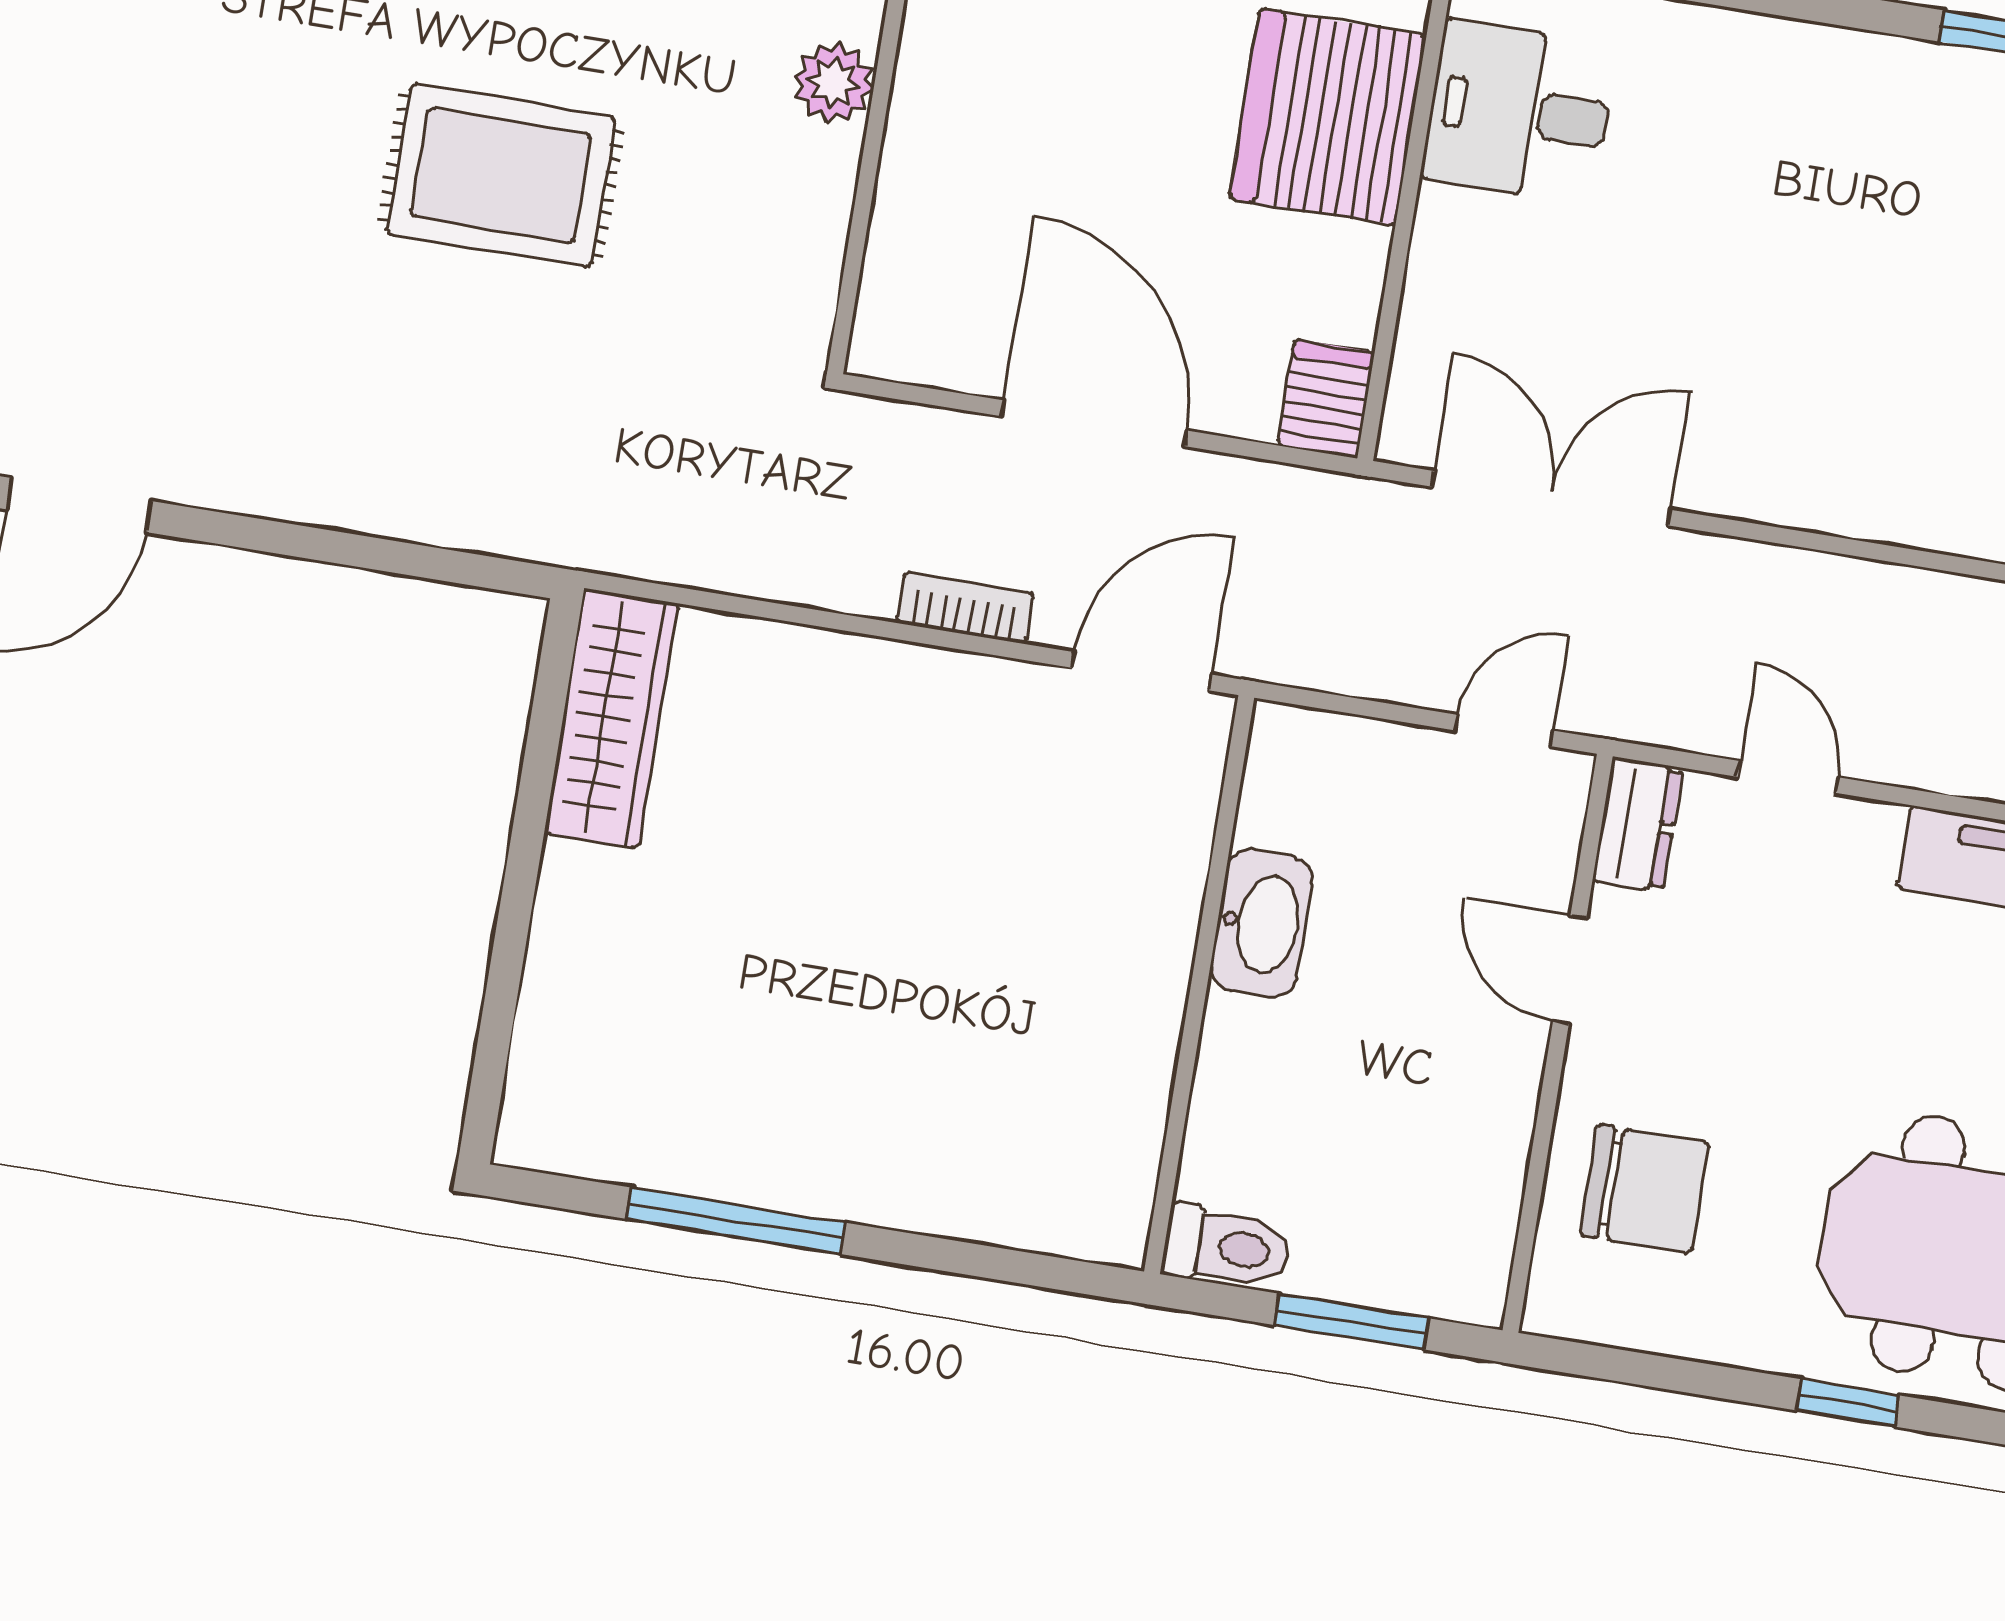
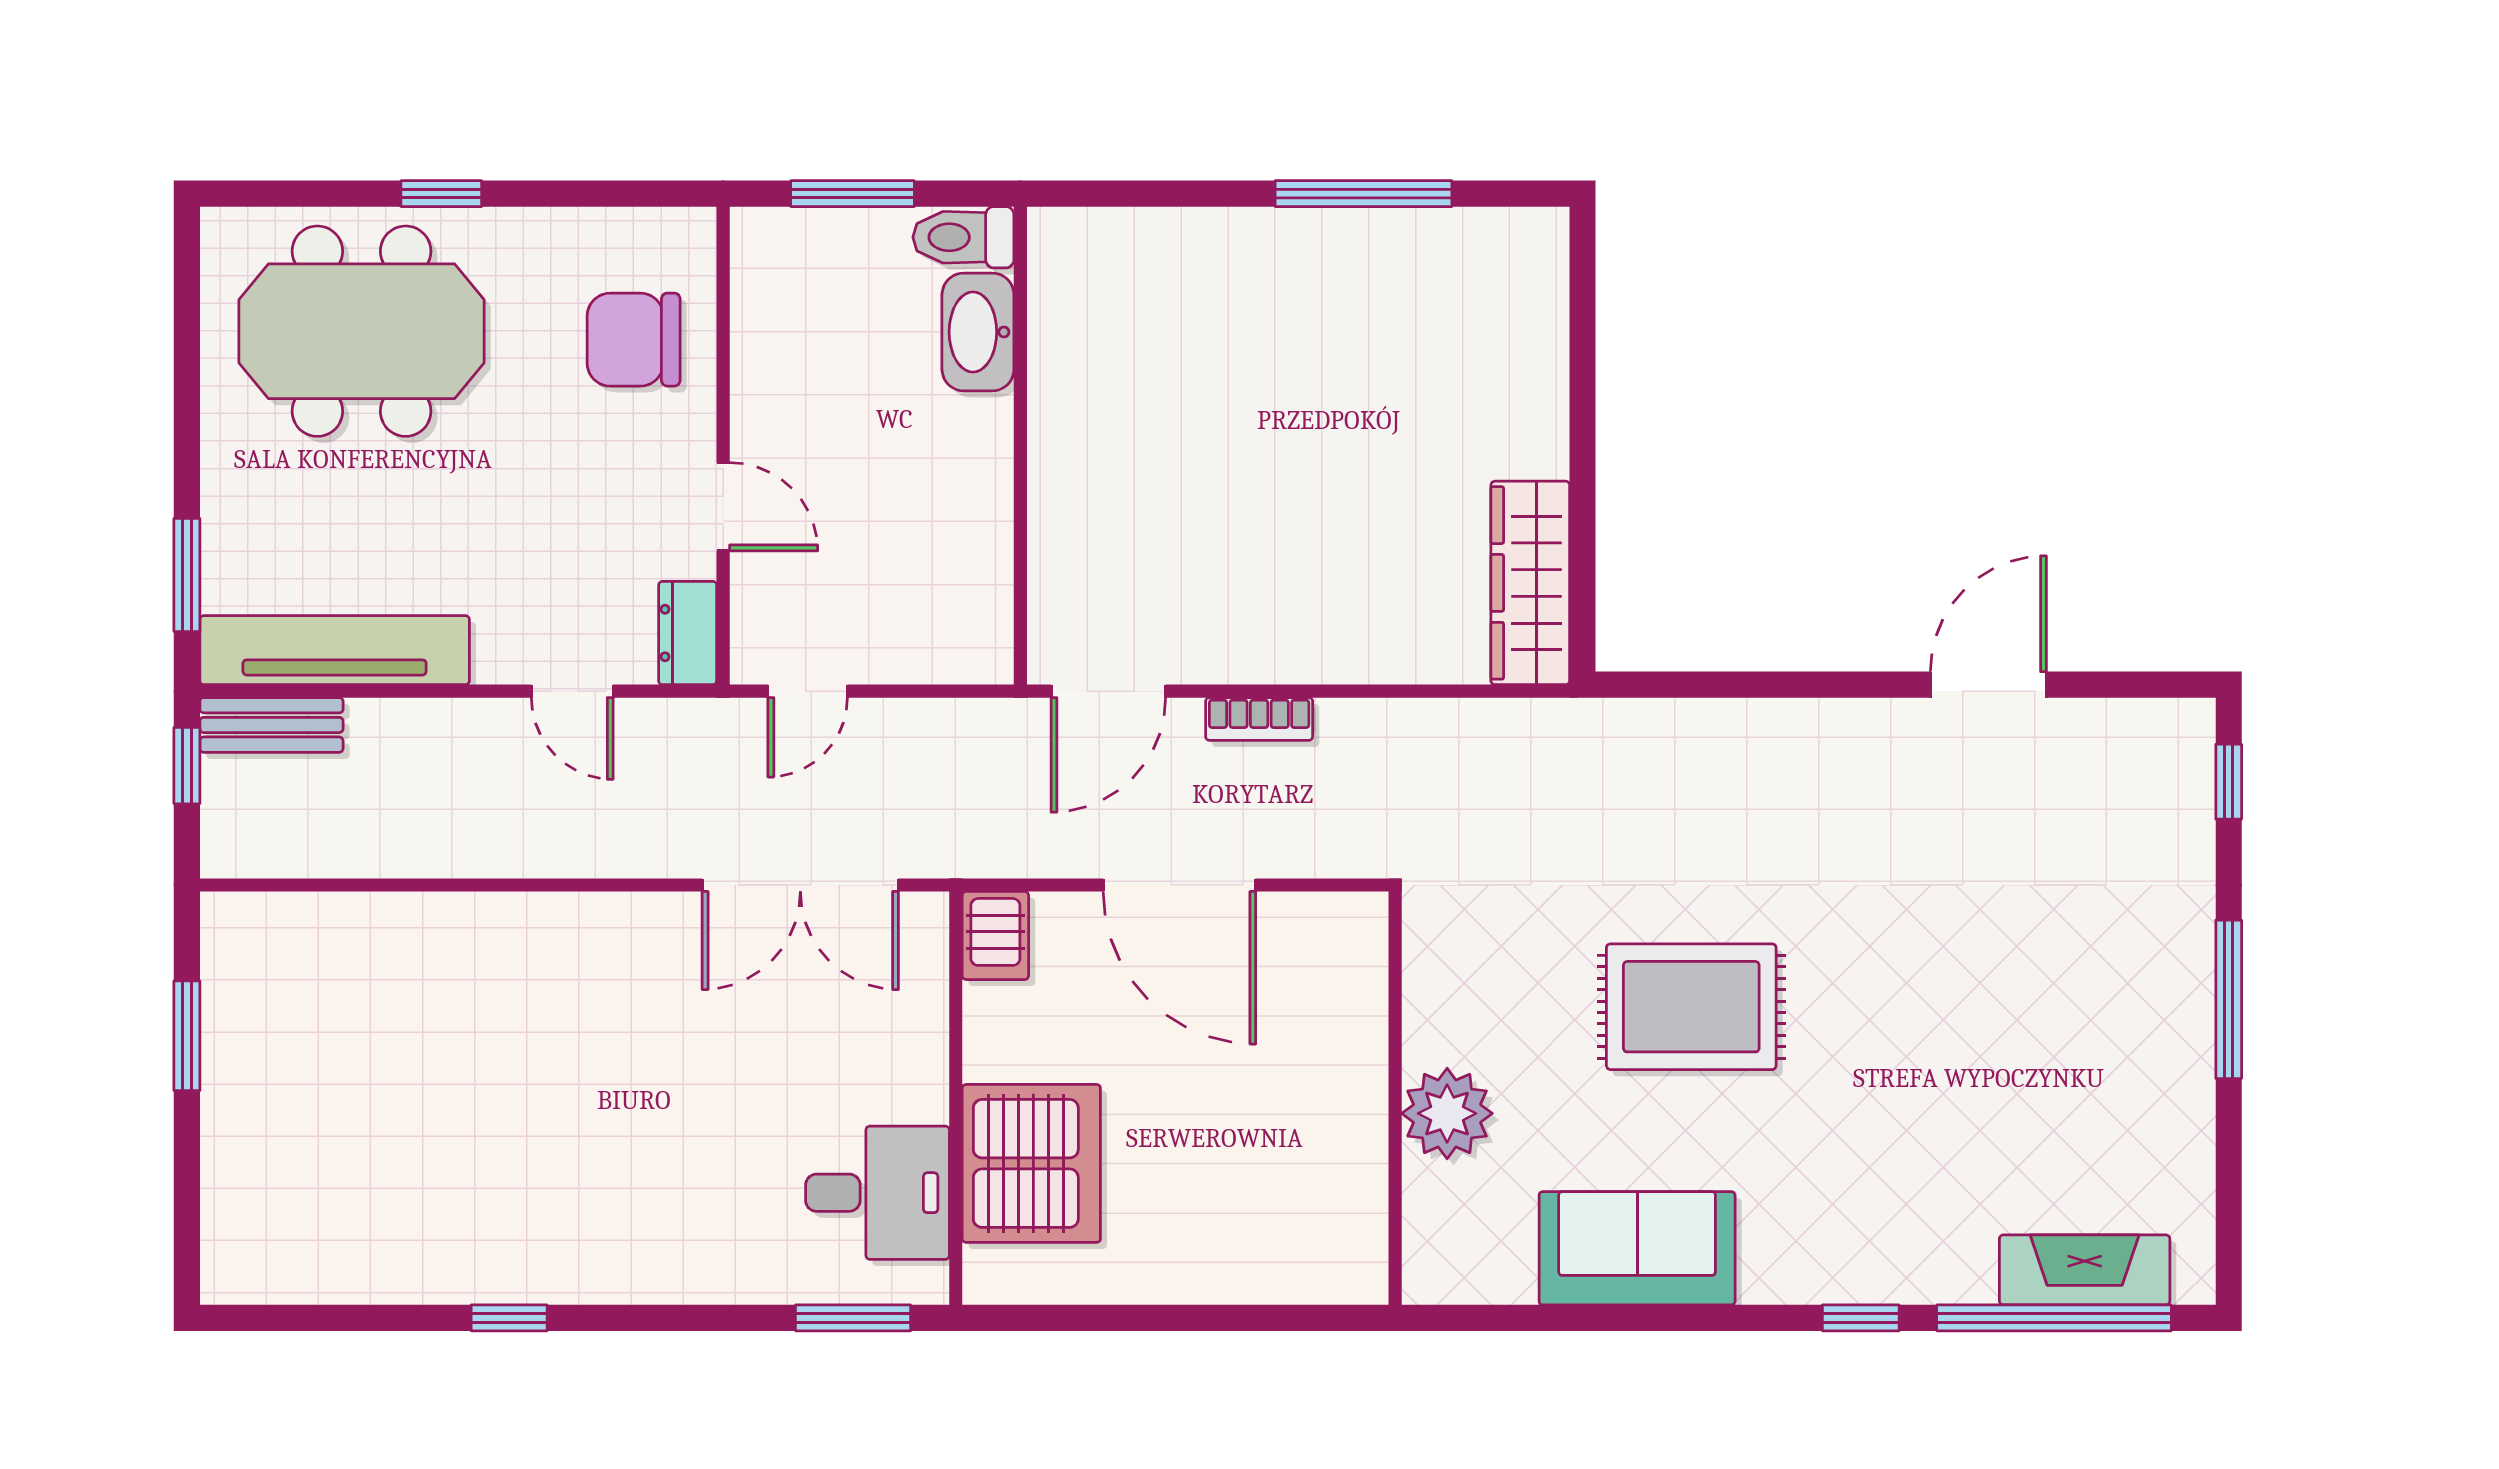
plant: (834, 83) -> (1447, 1113), width x1.36, depth x1.36
washbasin: (1262, 923) -> (978, 332), moved

